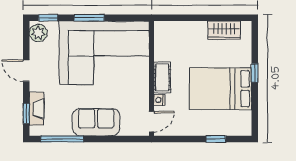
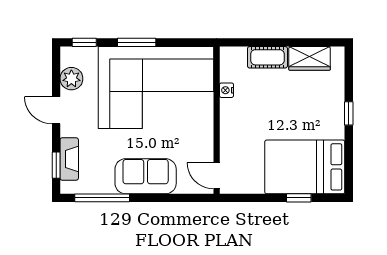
plant: (38, 33) -> (71, 79), moved
cot: (162, 77) -> (267, 57), moved, turned 90
bed: (220, 89) -> (305, 167), moved
nightstand: (159, 100) -> (227, 90), moved
door: (152, 122) -> (217, 176), swing flipped

